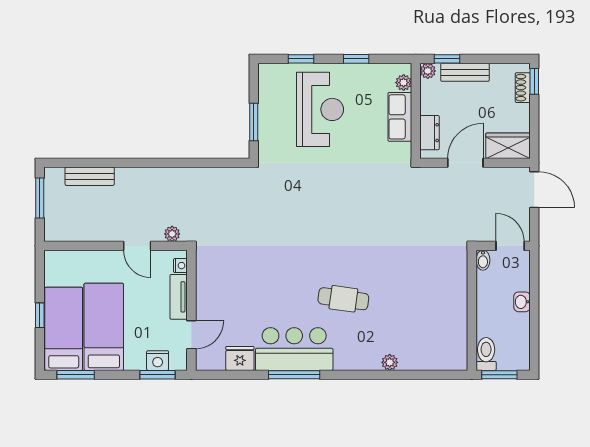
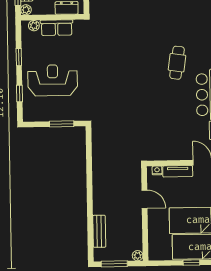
plant: (172, 234) -> (138, 256), moved
door: (137, 246) -> (145, 199), hinge flipped

